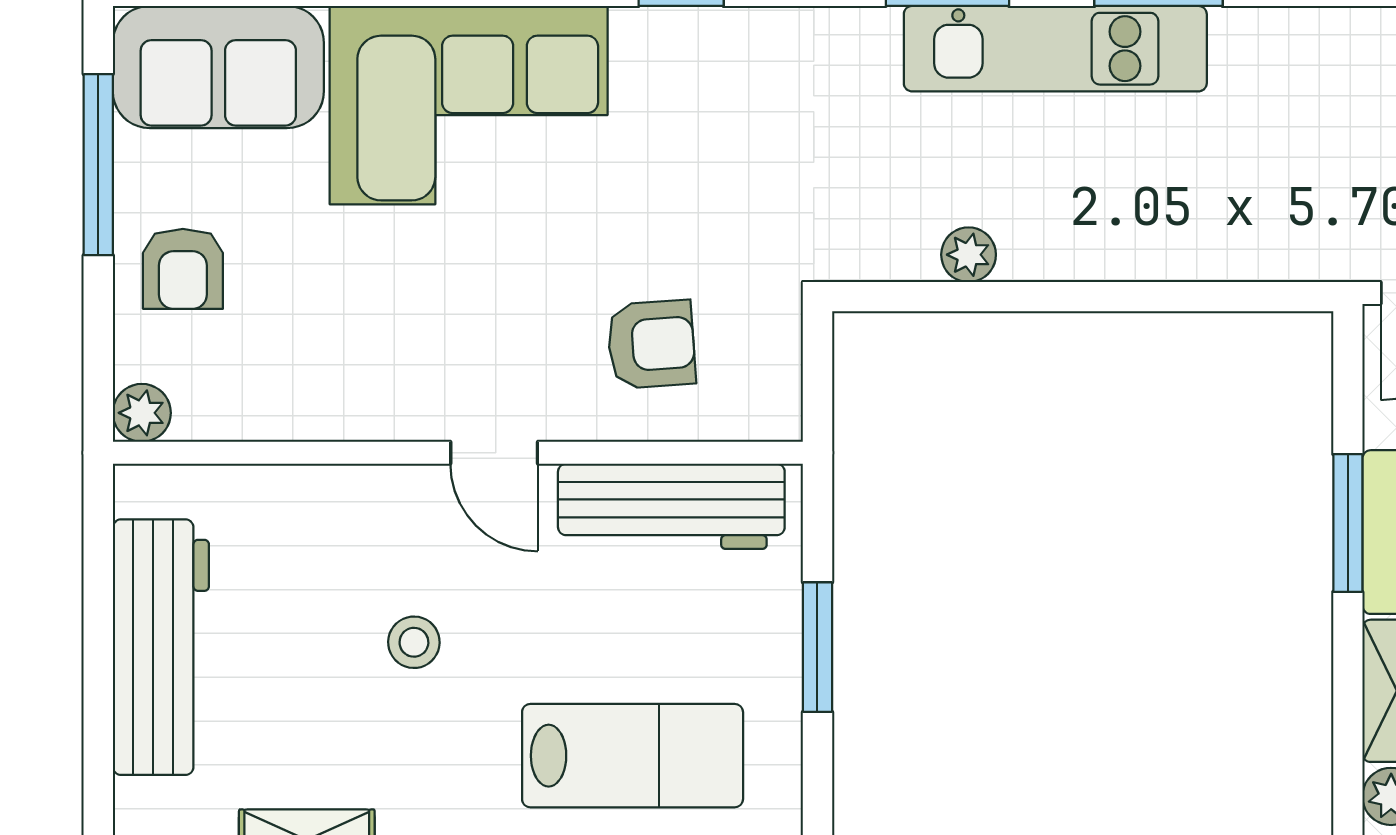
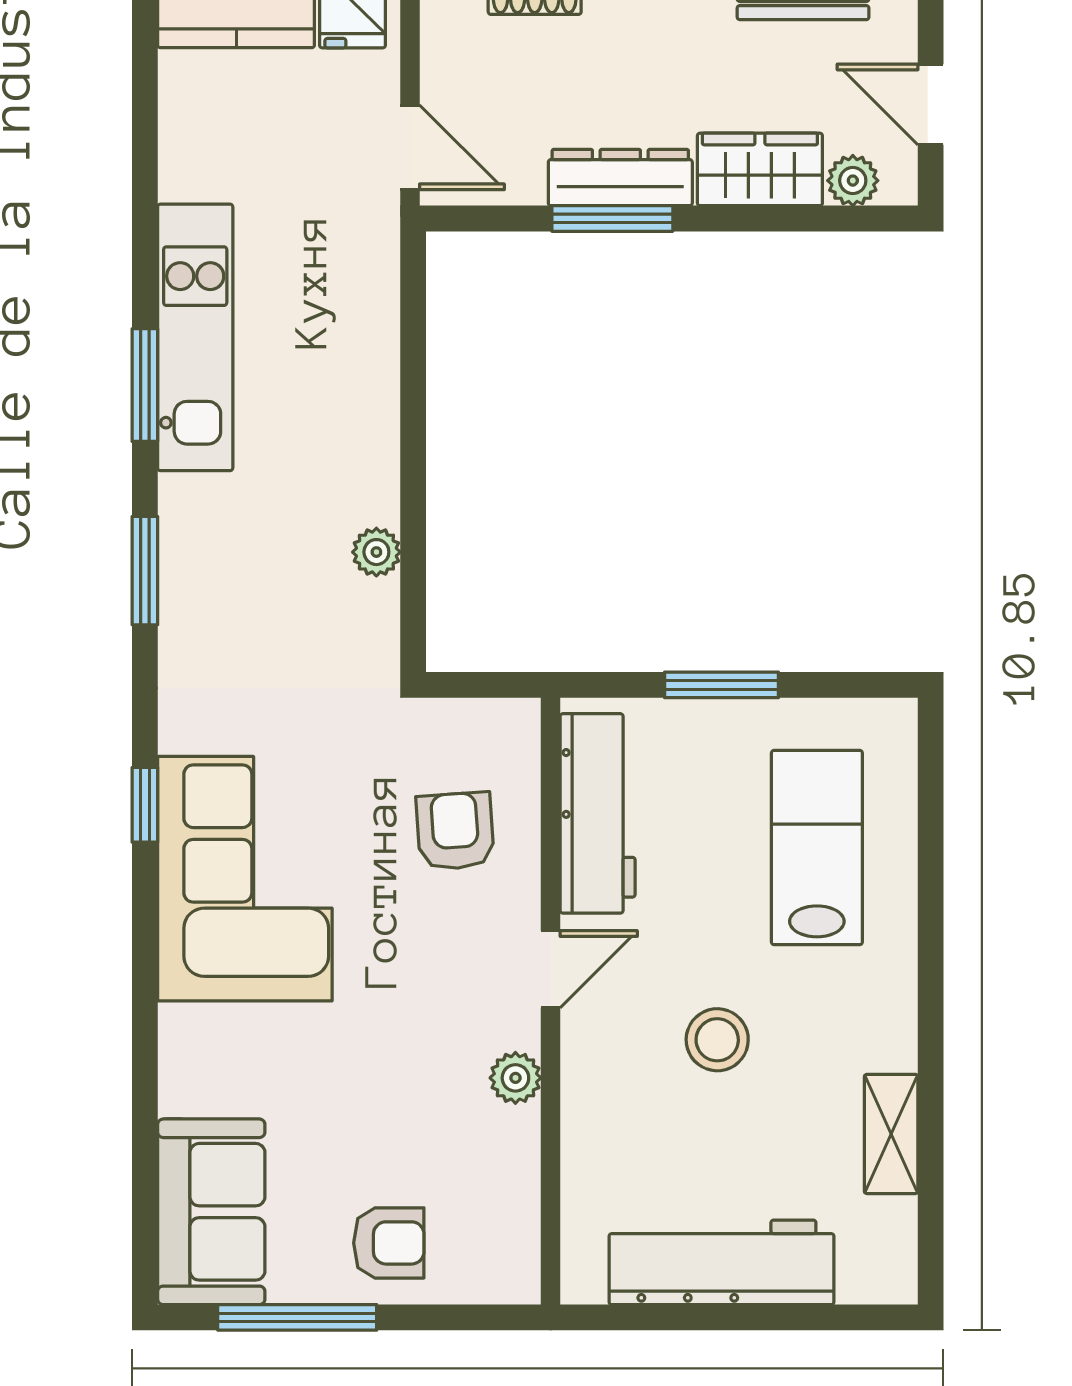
kitchen unit: (1055, 49) -> (195, 337), moved
corner sofa: (469, 105) -> (245, 879), moved
plant: (142, 413) -> (515, 1078), moved
stool: (414, 642) -> (717, 1040), width x1.37, depth x1.37

